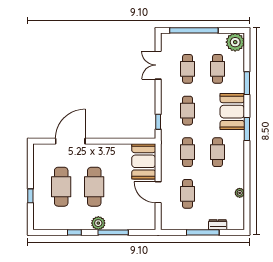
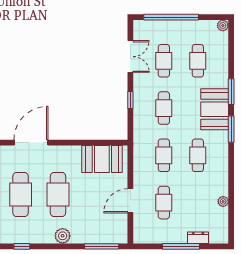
plant: (235, 42) -> (223, 26), width x0.53, depth x0.53
double door: (158, 65) -> (130, 57), swing flipped
window: (247, 83) -> (231, 92), moved
window: (158, 122) -> (130, 100), moved
booth: (144, 161) -> (102, 159), moved, turned 90
door: (158, 192) -> (130, 201), hinge flipped
window: (74, 232) -> (22, 246), moved
window: (113, 232) -> (102, 246), moved

